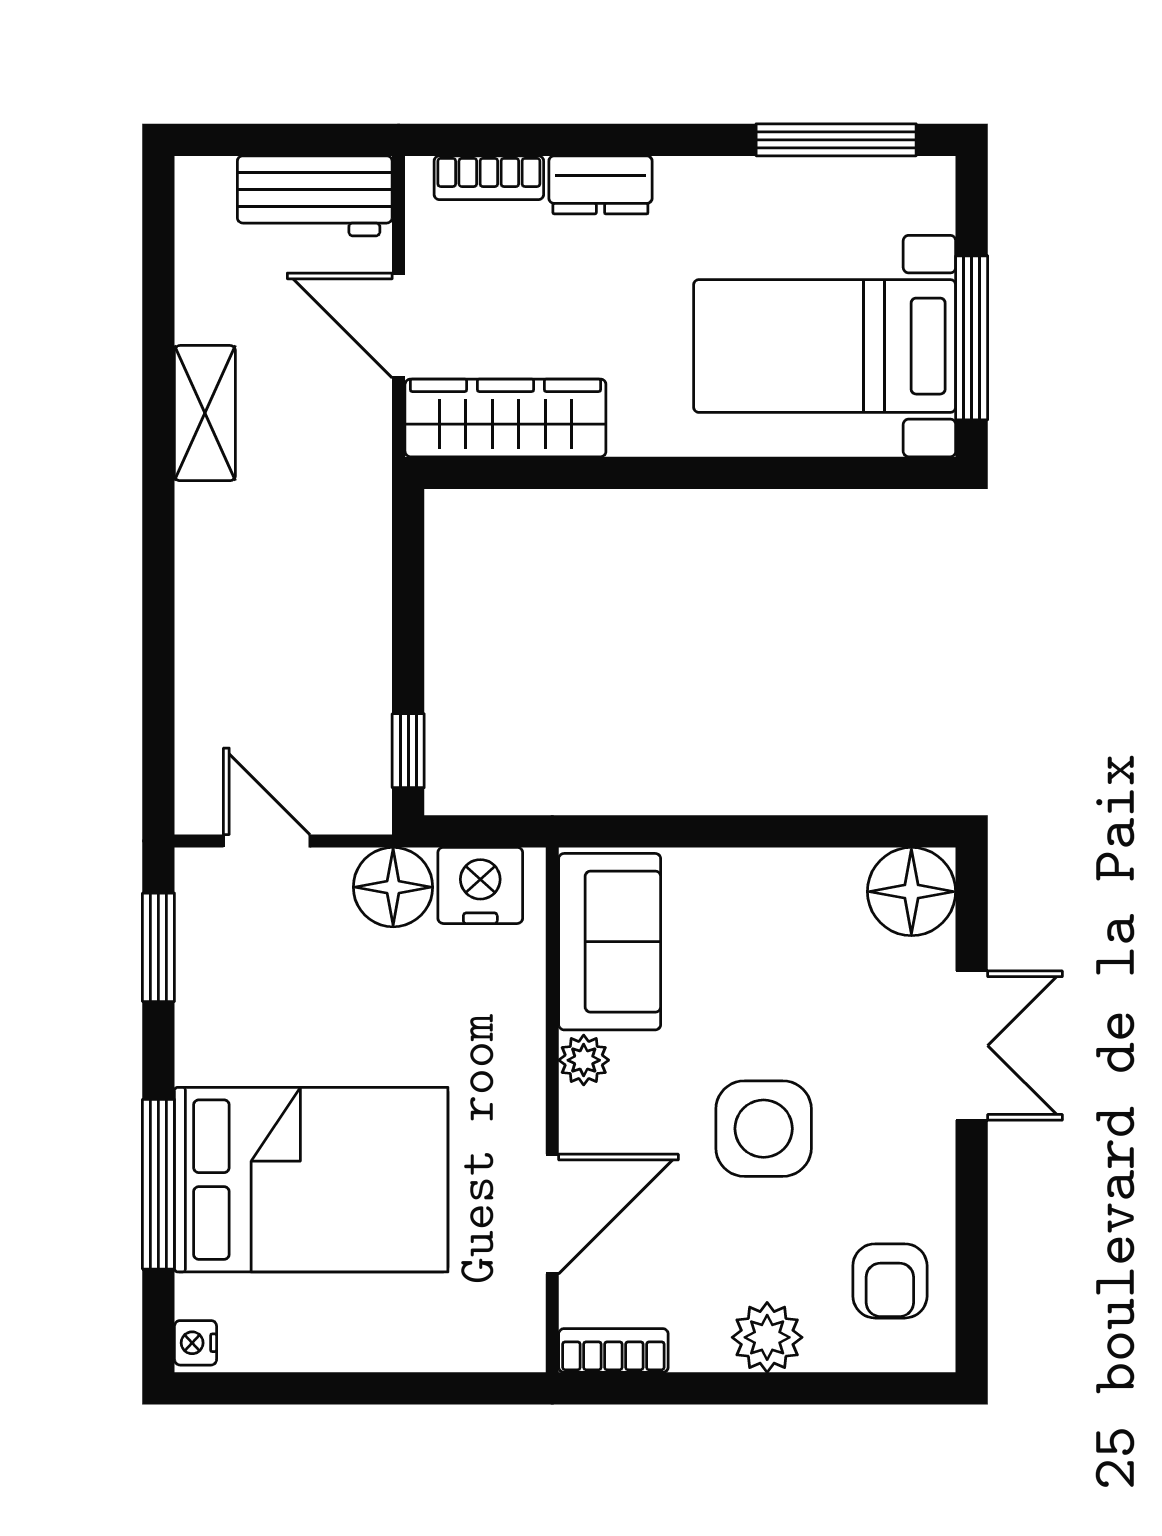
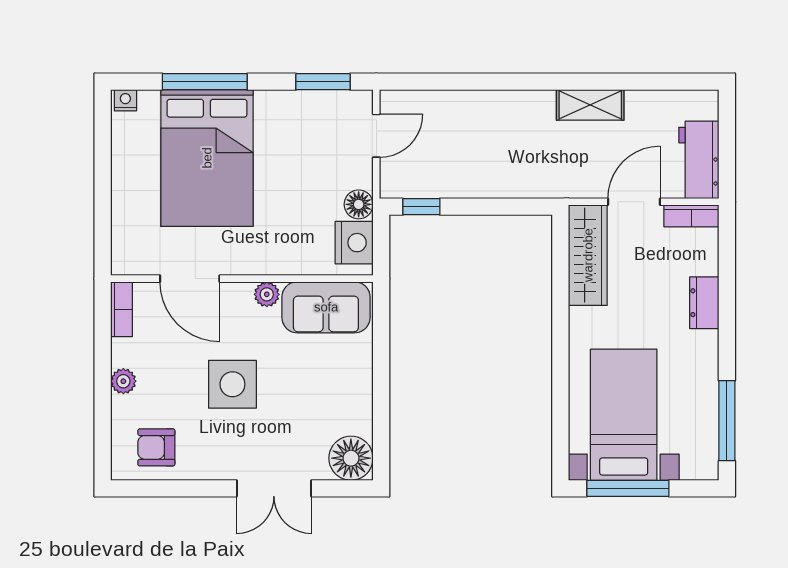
bookcase: (489, 178) -> (691, 216), moved, turned -90
floor lamp: (393, 887) -> (359, 204), width x0.73, depth x0.73
plant: (767, 1337) -> (123, 381), width x0.73, depth x0.73

